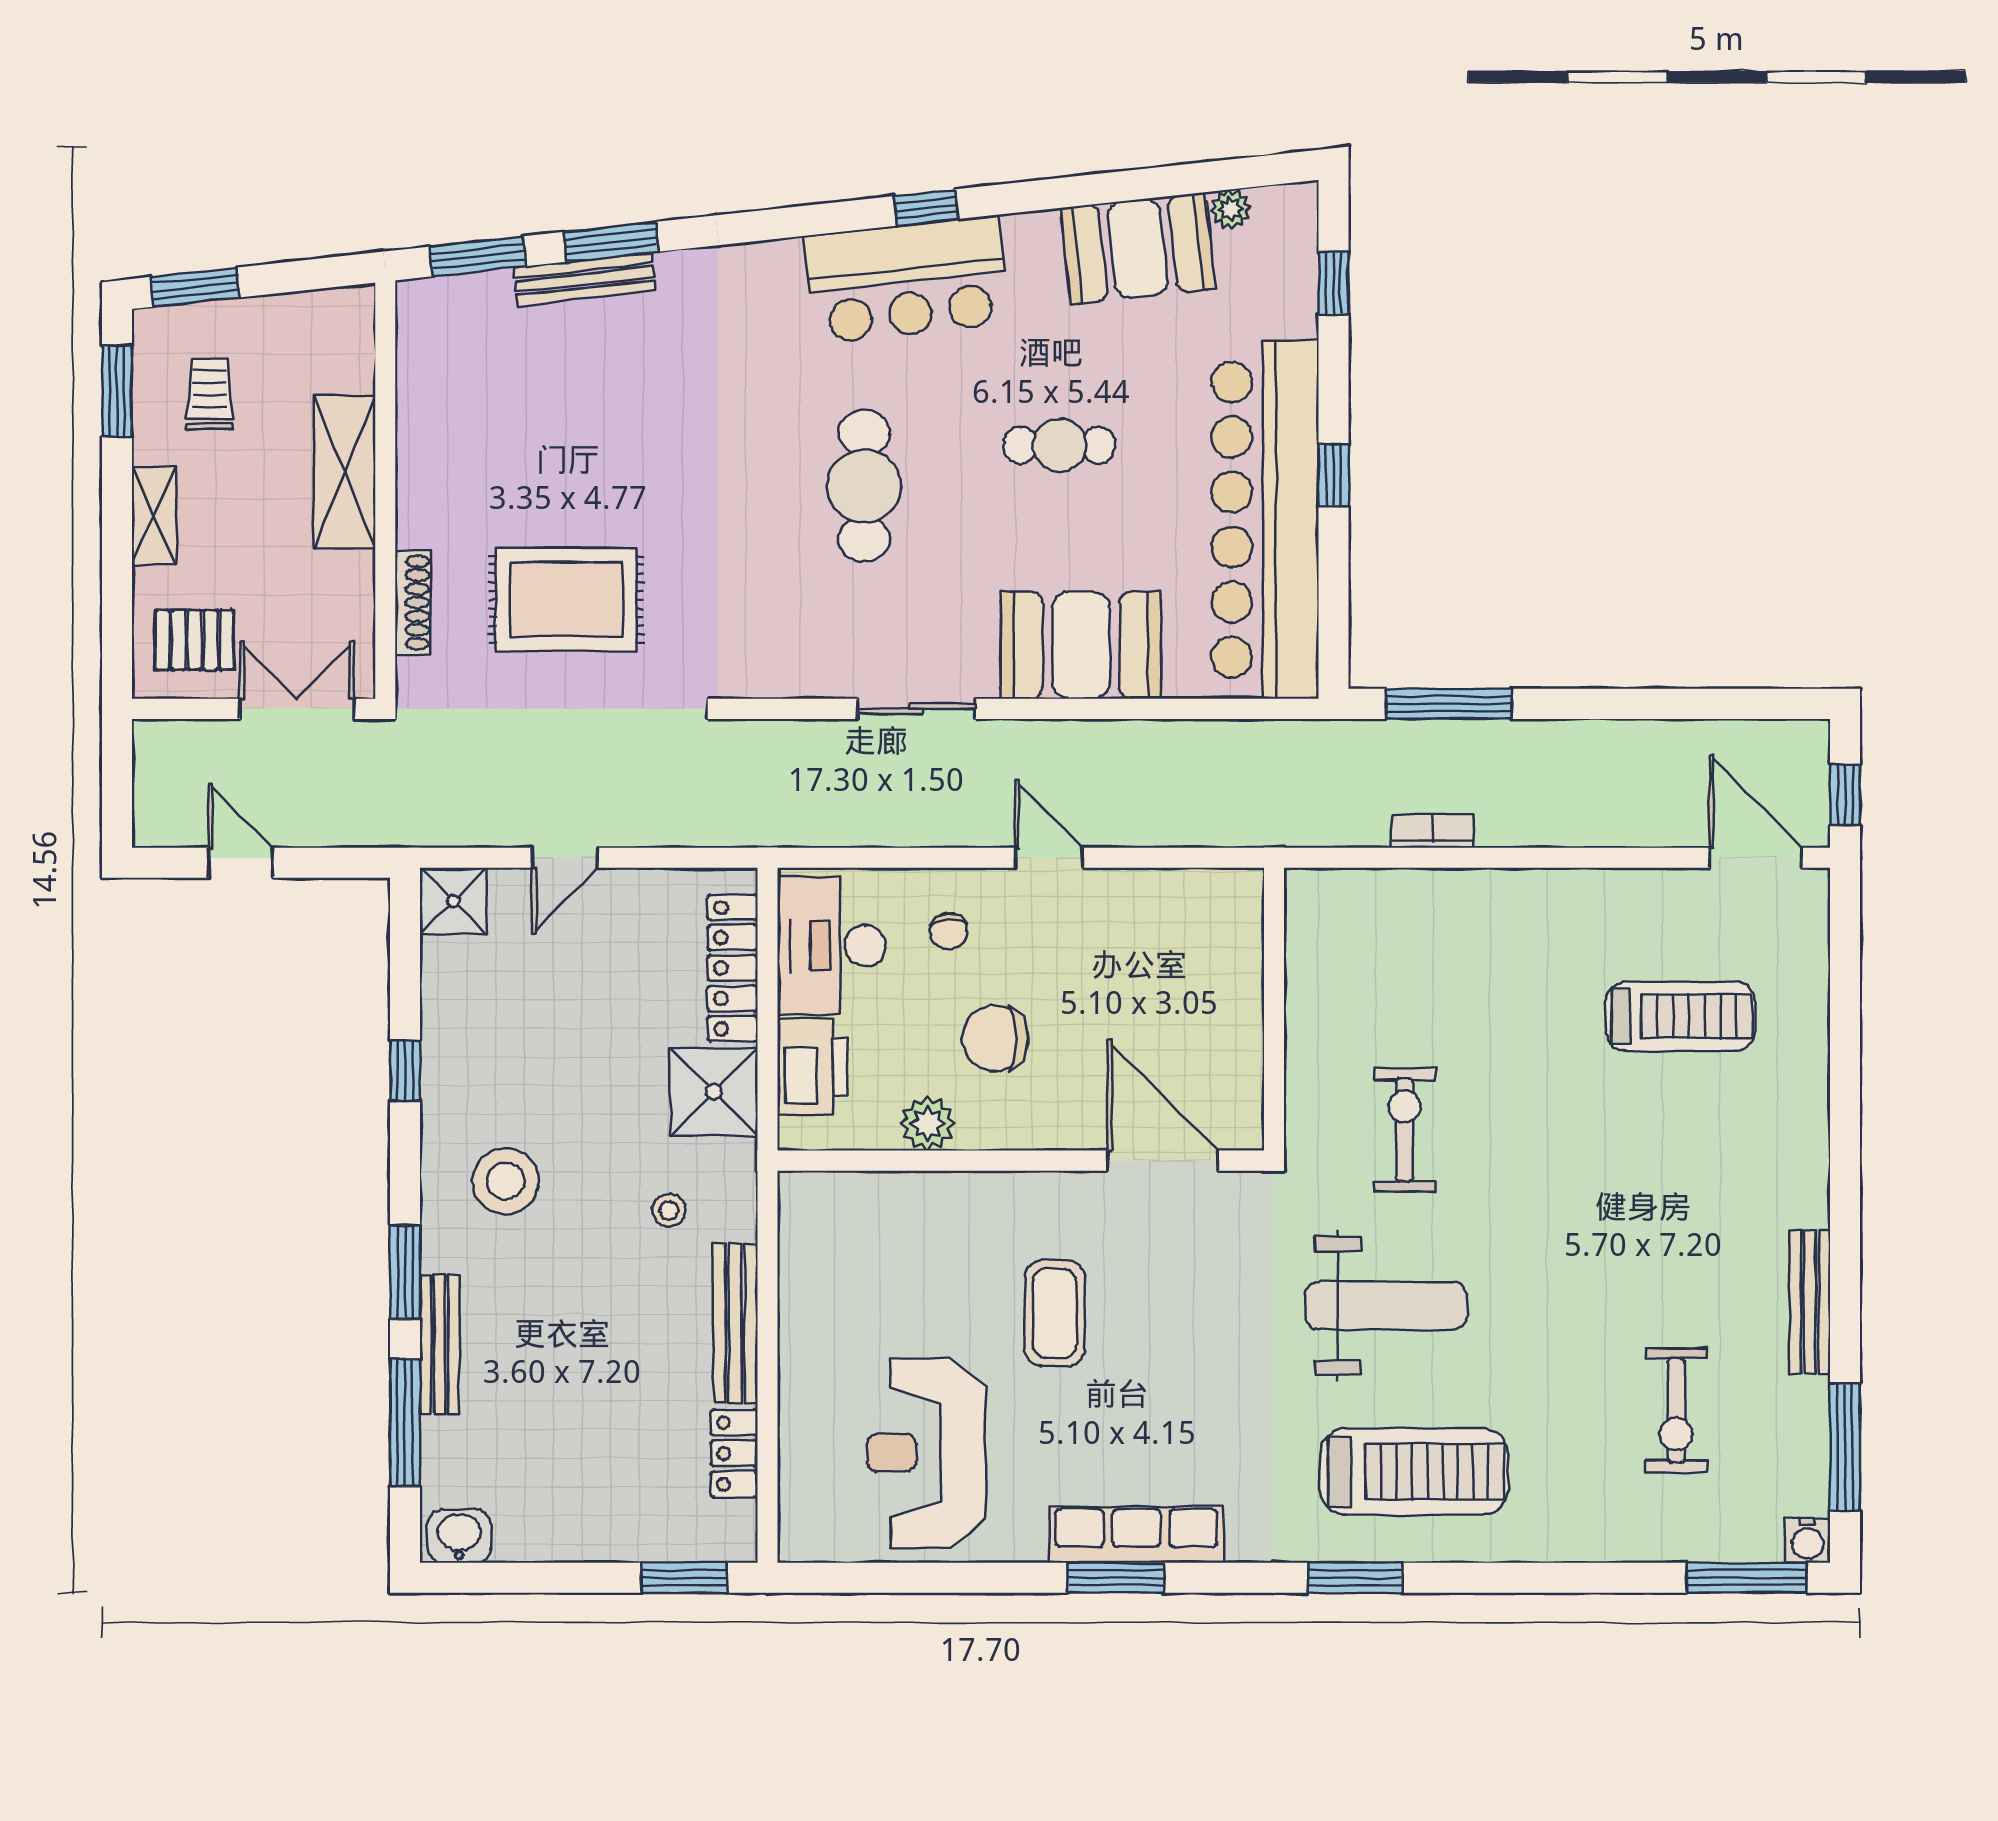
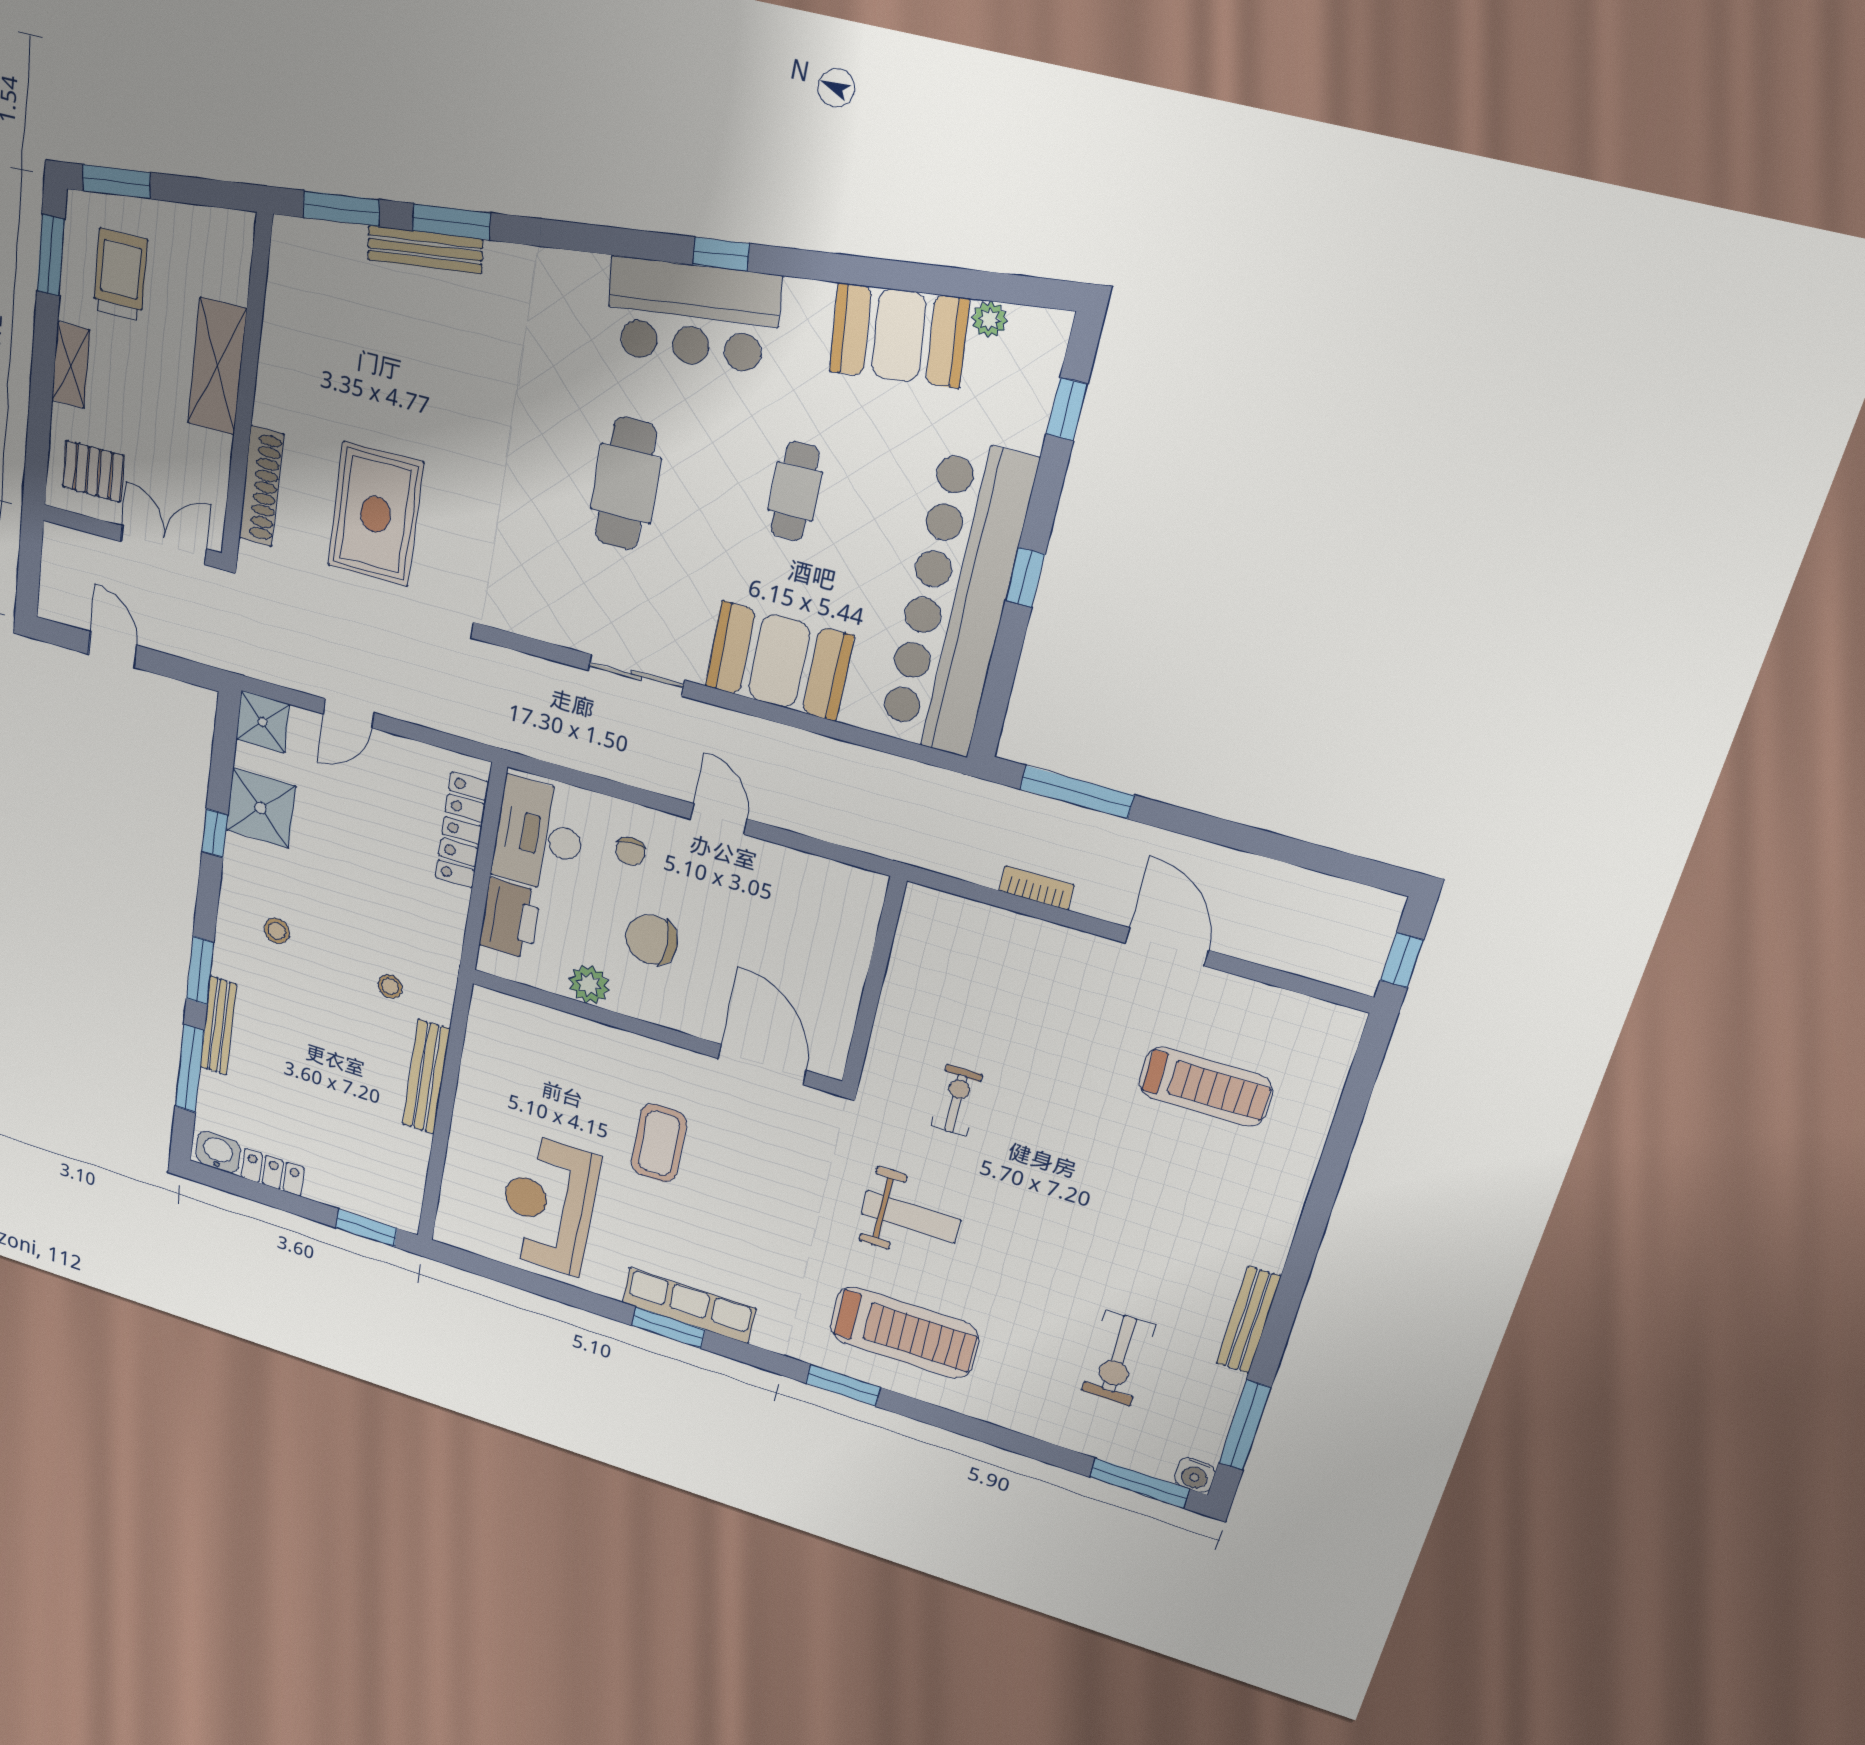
trolley: (210, 394) -> (120, 275), width x1.36, depth x1.39
cafe table: (1059, 445) -> (795, 491), turned 90
rug: (566, 599) -> (375, 514), turned 90
shoe rack: (413, 603) -> (261, 486), width x1.36, depth x1.24
door: (1756, 858) -> (1167, 947), moved
shower: (714, 1092) -> (261, 808), moved
exercise bike: (1405, 1130) -> (956, 1100), width x0.73, depth x0.72
stool: (506, 1181) -> (277, 931), width x0.53, depth x0.53
weight bench: (1386, 1306) -> (911, 1217), width x0.73, depth x0.75
locker: (734, 1453) -> (273, 1172), moved, turned 90

